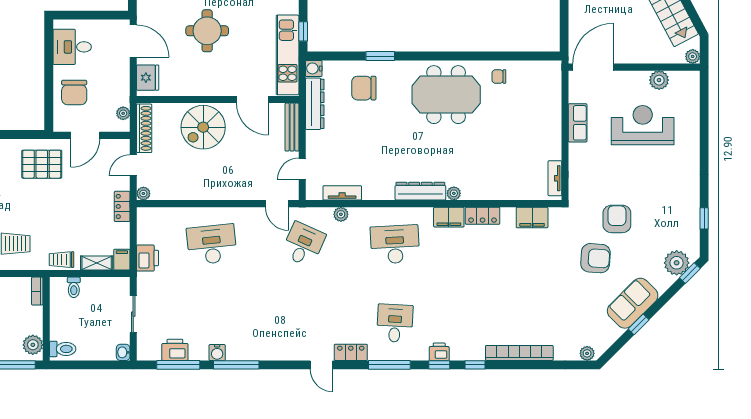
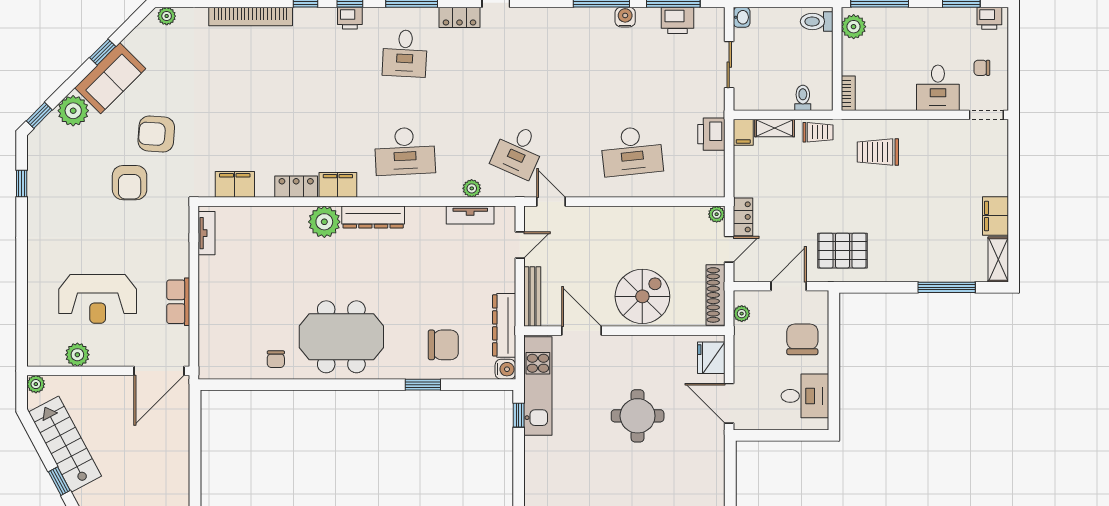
chair: (499, 77) -> (276, 359), turned 90
plant: (454, 193) -> (324, 222), width x1.87, depth x1.87
locker: (122, 206) -> (743, 217), moved
plant: (677, 263) -> (73, 111), moved

